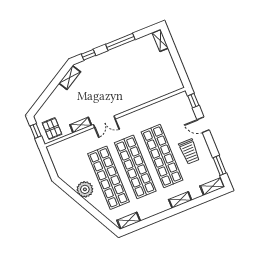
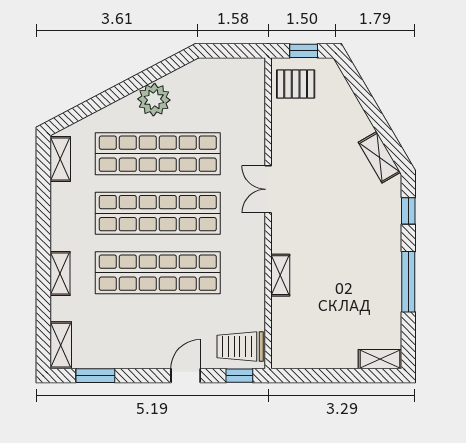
shelving: (81, 125) -> (280, 275), moved
trolley: (189, 152) -> (240, 347), moved

